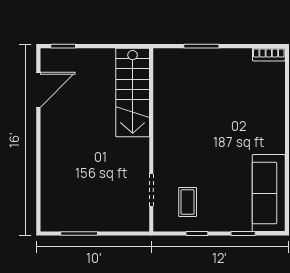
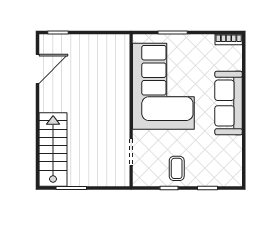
stairs: (133, 92) -> (53, 150), moved, turned 180
corner sofa: (190, 111) -> (163, 86), added
sofa: (269, 193) -> (229, 103), moved
coffee table: (188, 202) -> (177, 168), moved

